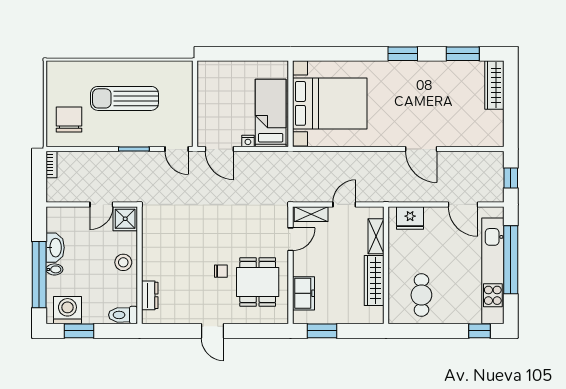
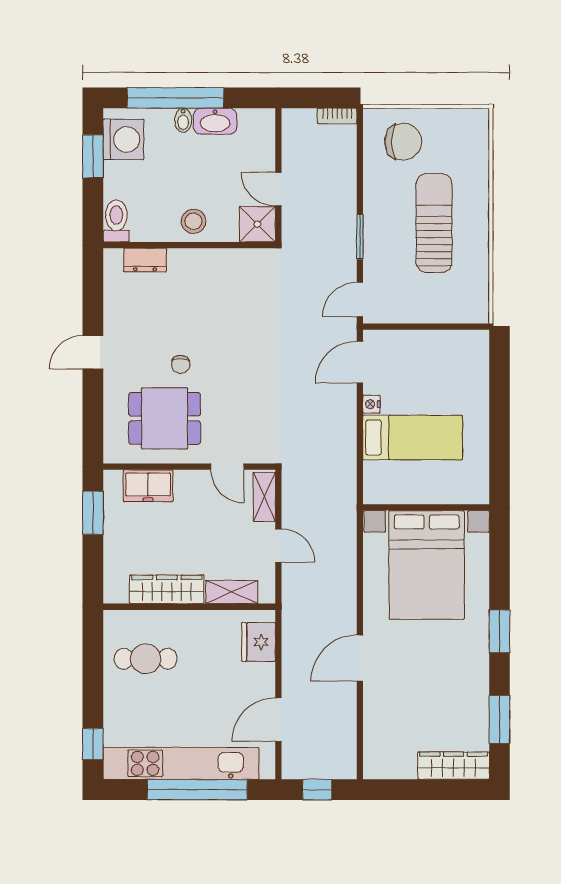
bed with nightstands: (330, 103) -> (427, 565), moved
wall: (291, 104) -> (426, 507), moved

